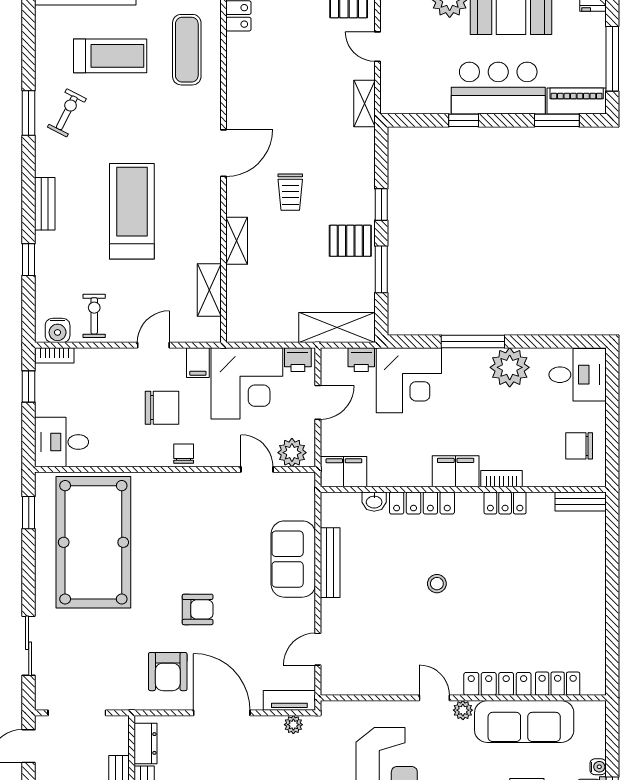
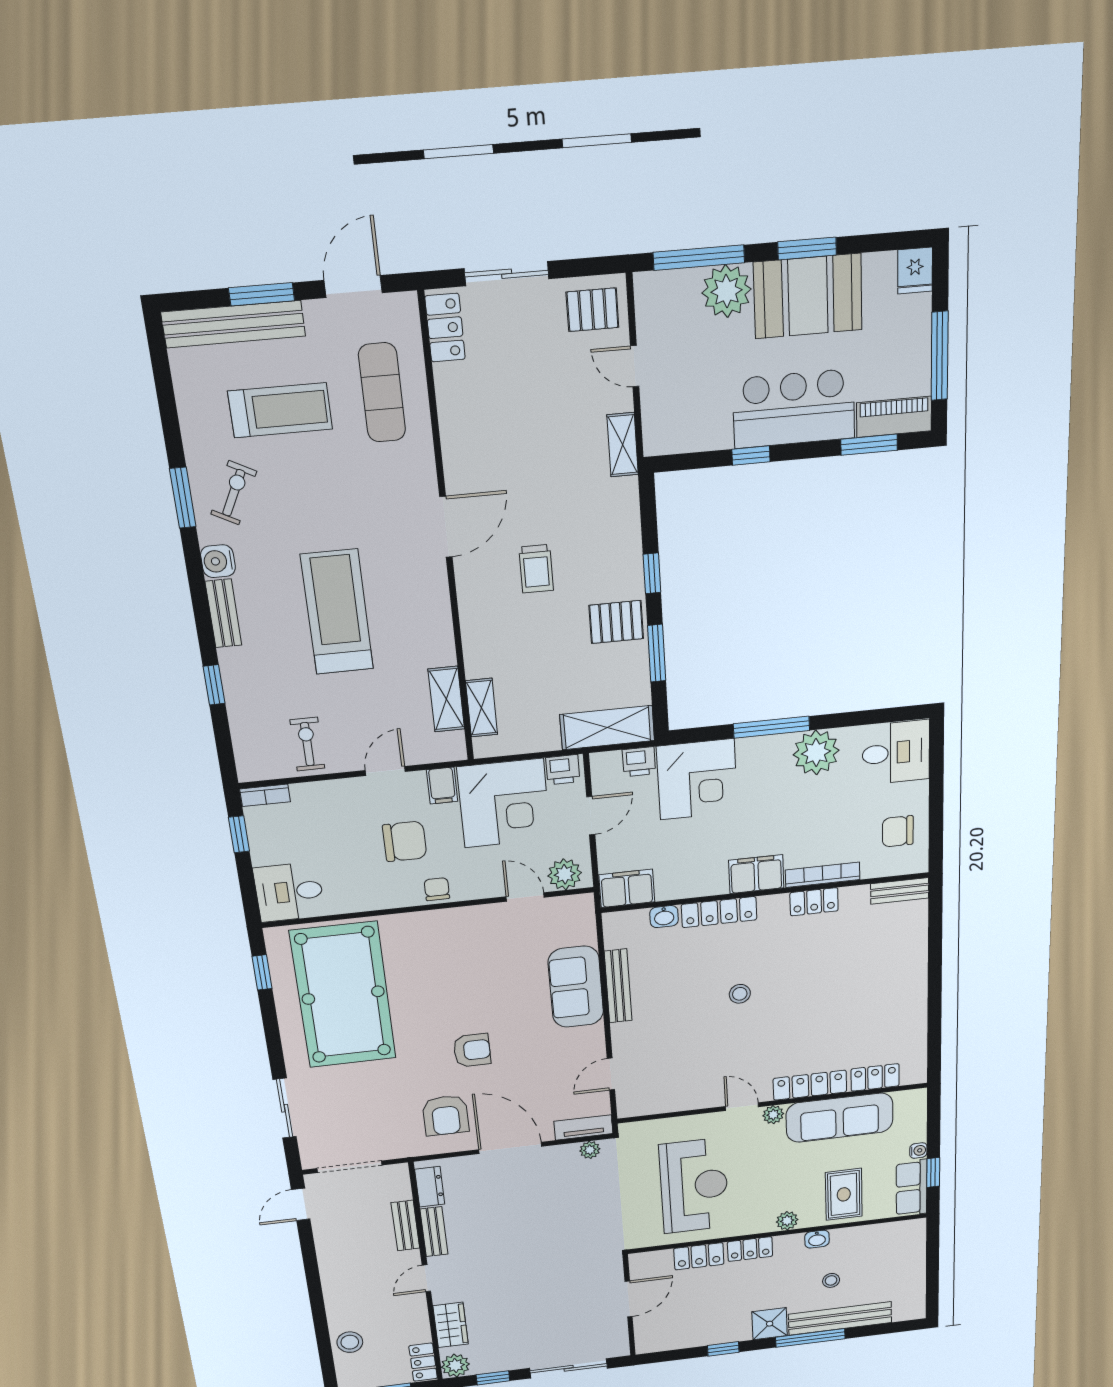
shelving: (237, 241) -> (482, 708), moved
water cooler: (58, 330) -> (218, 561), moved, turned 90
bookcase: (502, 479) -> (823, 875), width x1.56

